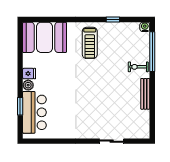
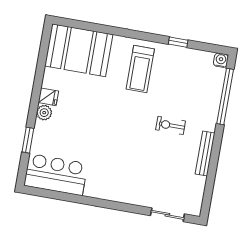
exercise bike: (138, 67) -> (171, 125), moved
bar counter: (34, 112) -> (56, 175), moved, turned -90
sliding door: (112, 141) -> (167, 215), moved

